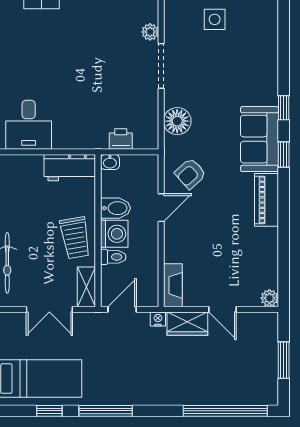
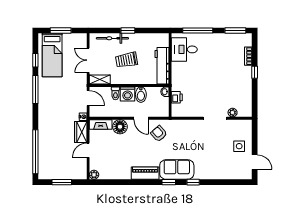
floor lamp: (177, 121) -> (120, 127), moved
workbench: (70, 168) -> (162, 66), width x1.38
trolley: (75, 238) -> (126, 60), moved

